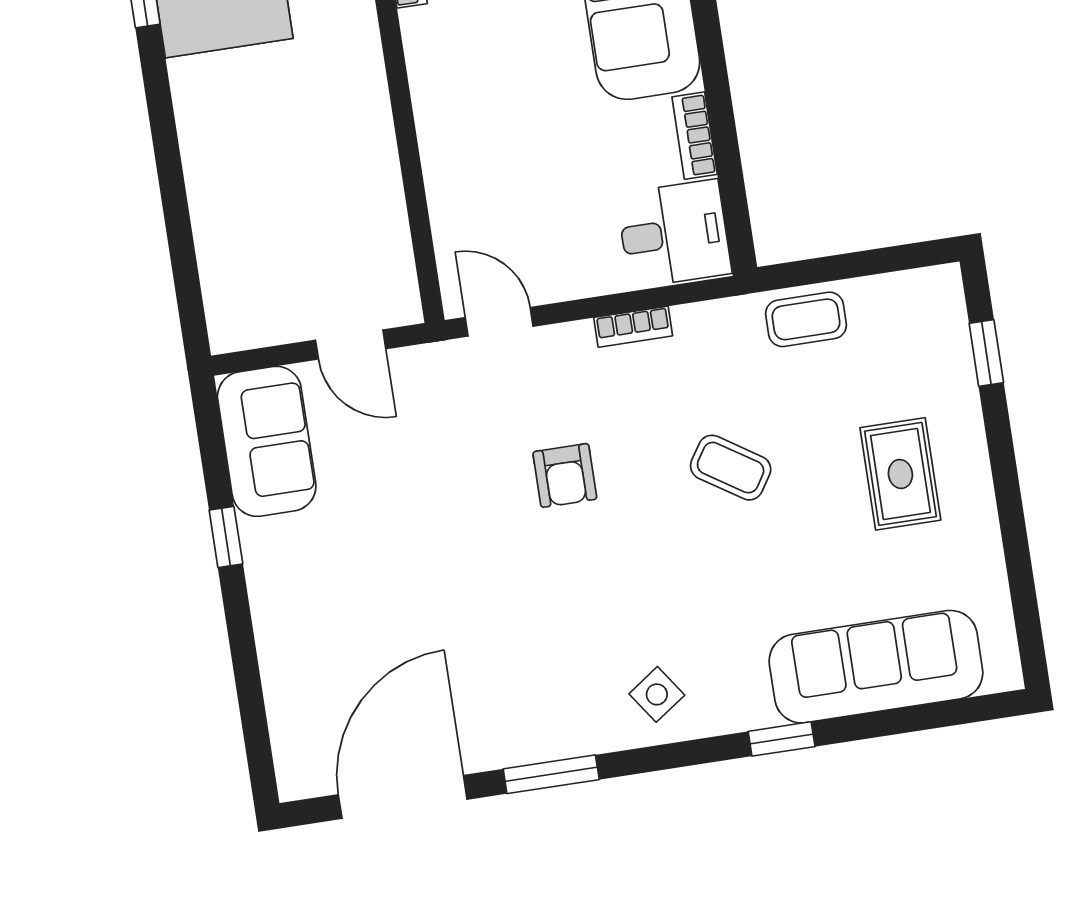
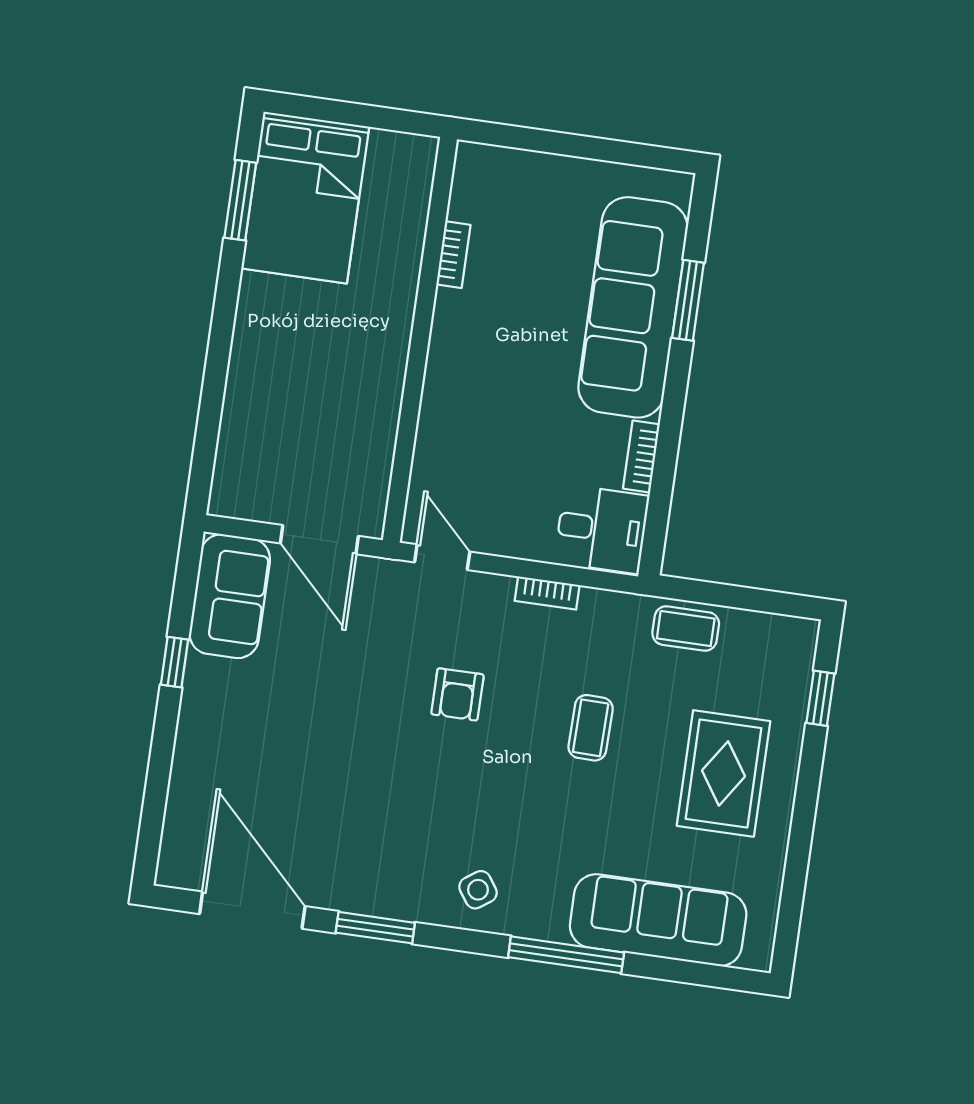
door: (351, 344) -> (319, 540), width x1.37
coffee table: (731, 468) -> (591, 728), turned 58
rug: (900, 474) -> (723, 773), width x1.36, depth x1.43
window: (782, 739) -> (566, 955), width x2.17
door: (403, 797) -> (252, 910), hinge flipped

